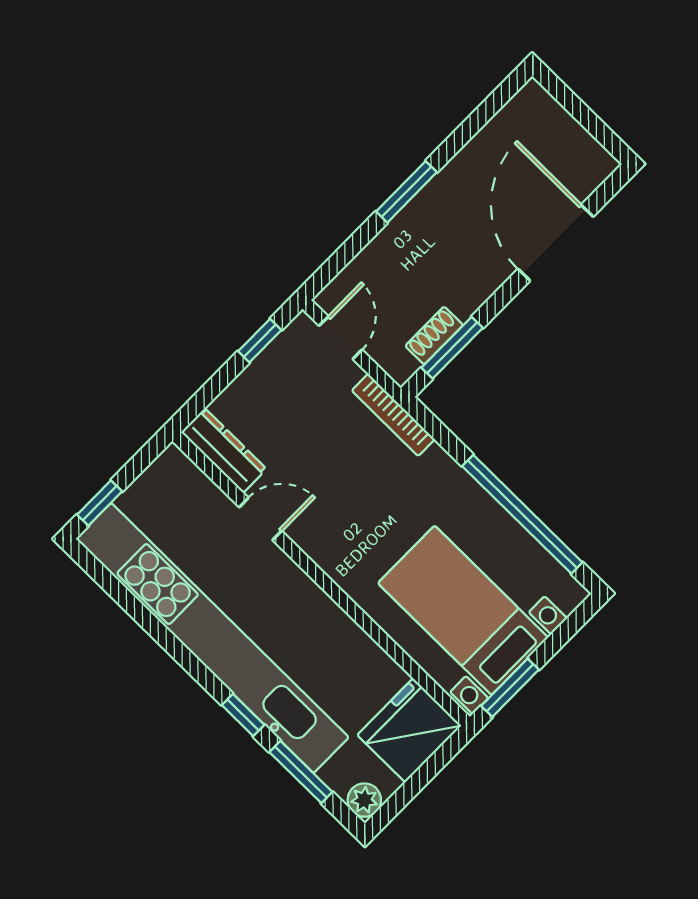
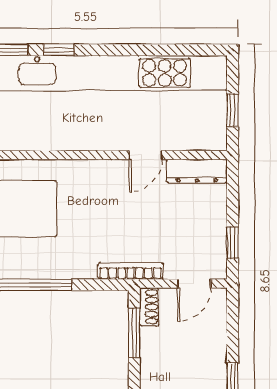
shoe rack: (434, 335) -> (149, 307), moved
door: (341, 338) -> (194, 284), hinge flipped
window: (100, 503) -> (233, 110), moved

